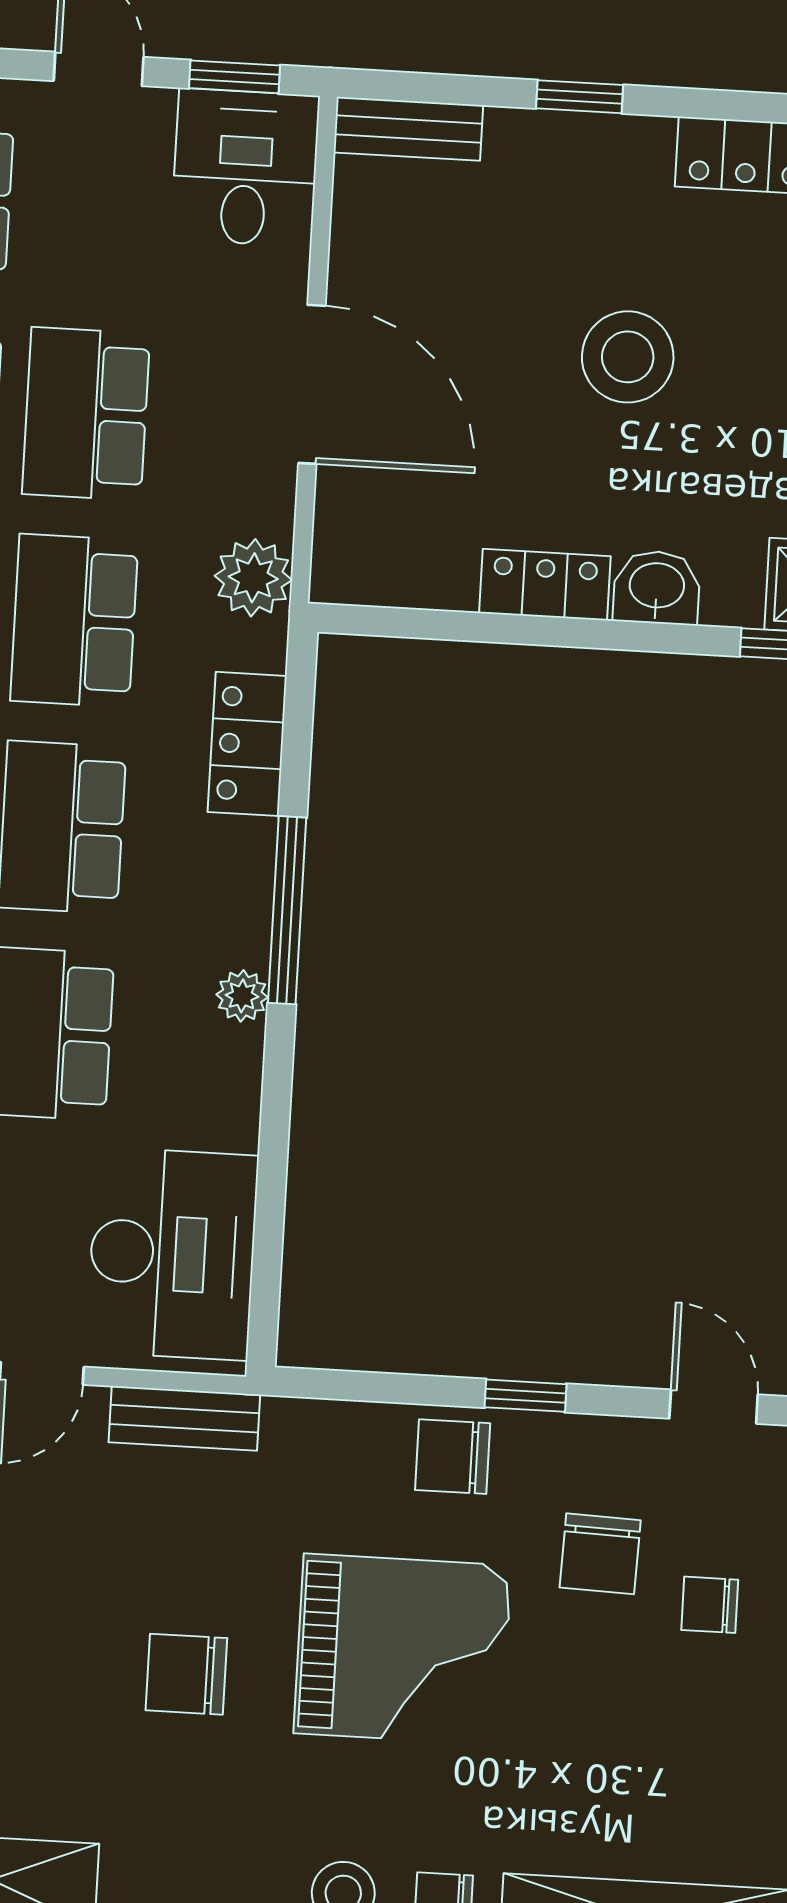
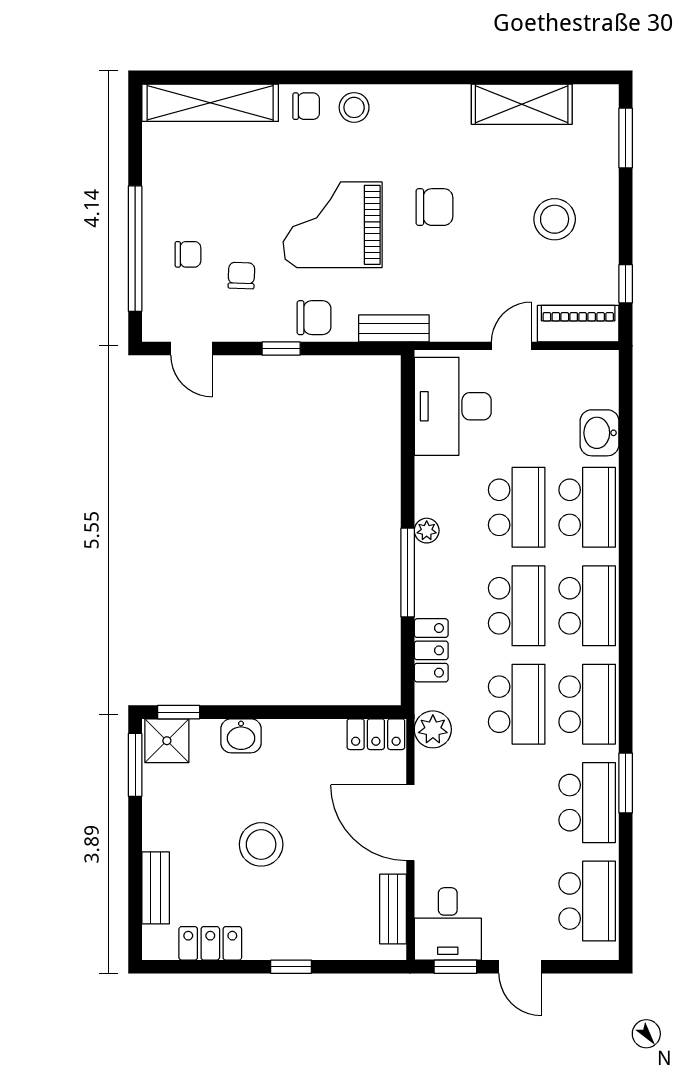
bench: (408, 129) -> (393, 909), moved, turned 90
school desk: (86, 414) -> (517, 803), removed
locker: (545, 585) -> (376, 734), moved
bench: (184, 1418) -> (394, 328), moved
chair: (600, 1554) -> (241, 276), width x0.73, depth x0.73

